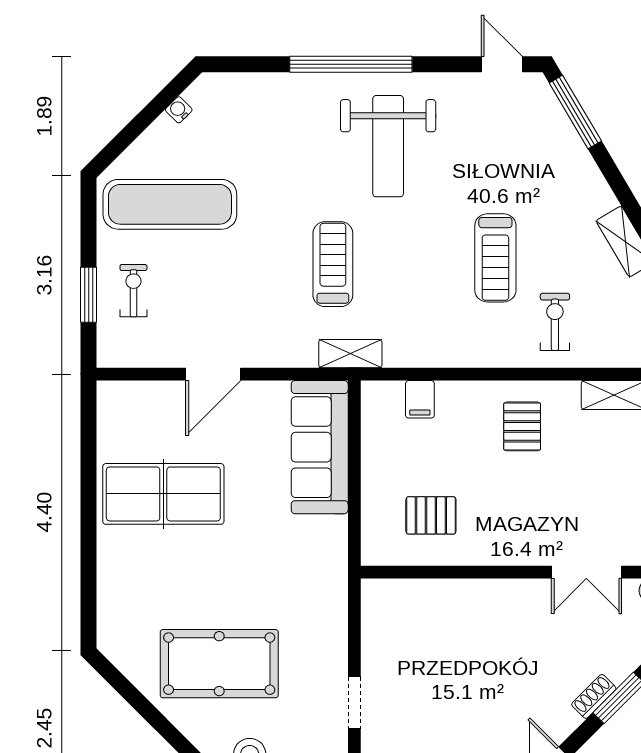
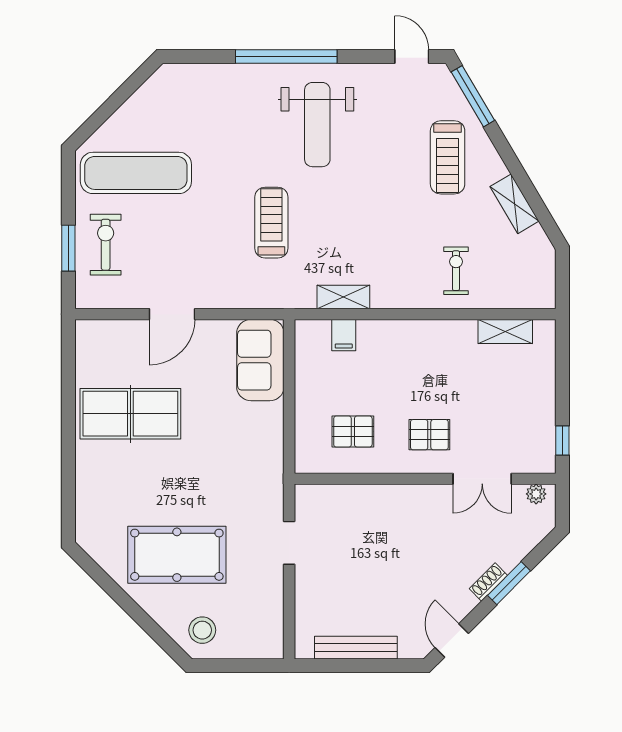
water cooler: (179, 110) -> (143, 94), removed
treadmill: (495, 258) -> (448, 157), moved
exercise bike: (133, 291) -> (106, 245), width x1.38, depth x1.39
shelving: (350, 354) -> (343, 297), moved
pallet: (522, 426) -> (429, 435), moved, turned 90
sofa: (320, 447) -> (260, 360), width x0.73
doorway: (354, 703) -> (289, 543), moved

